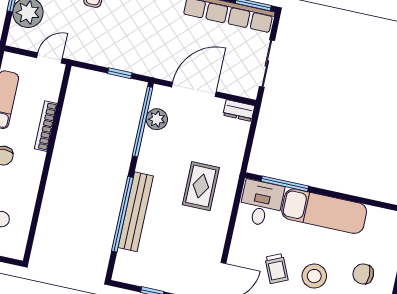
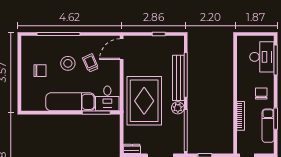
plant: (157, 119) -> (178, 108), moved
rug: (201, 186) -> (144, 101), width x1.86, depth x2.06

